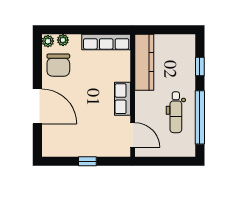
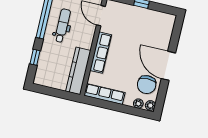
chair: (58, 65) -> (147, 85), turned 180
row of seats: (122, 99) -> (101, 53), width x1.48
door: (37, 106) -> (168, 66), moved

